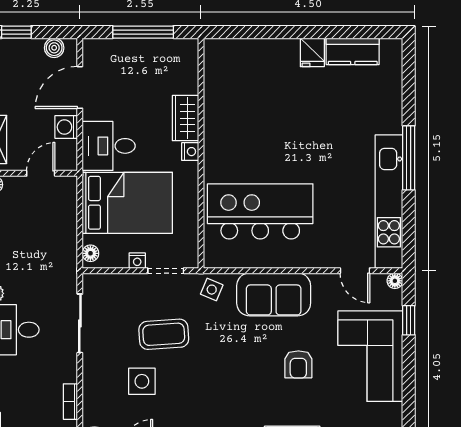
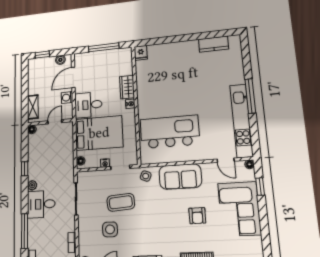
fridge: (312, 52) -> (141, 53), moved

